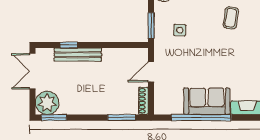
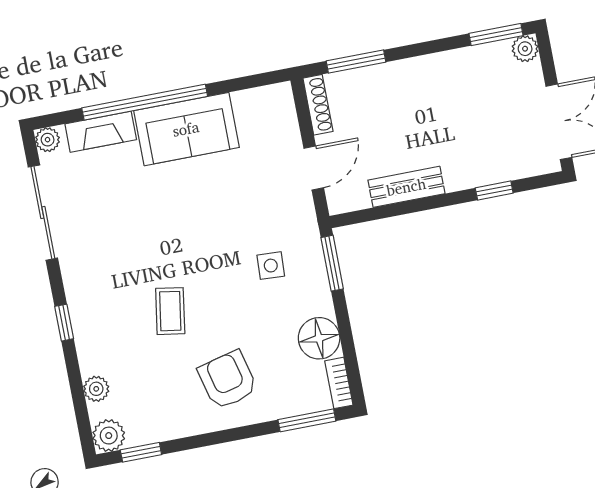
bench: (78, 55) -> (406, 187), moved, width x0.73
plant: (47, 103) -> (525, 49), width x0.53, depth x0.53
window: (201, 118) -> (145, 102), moved

